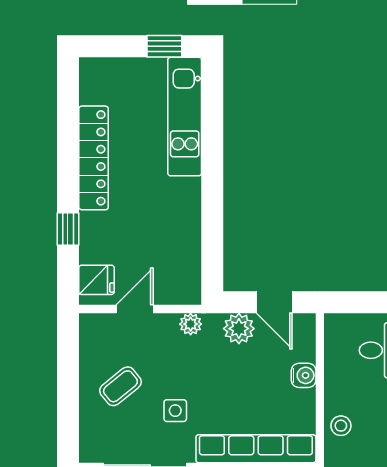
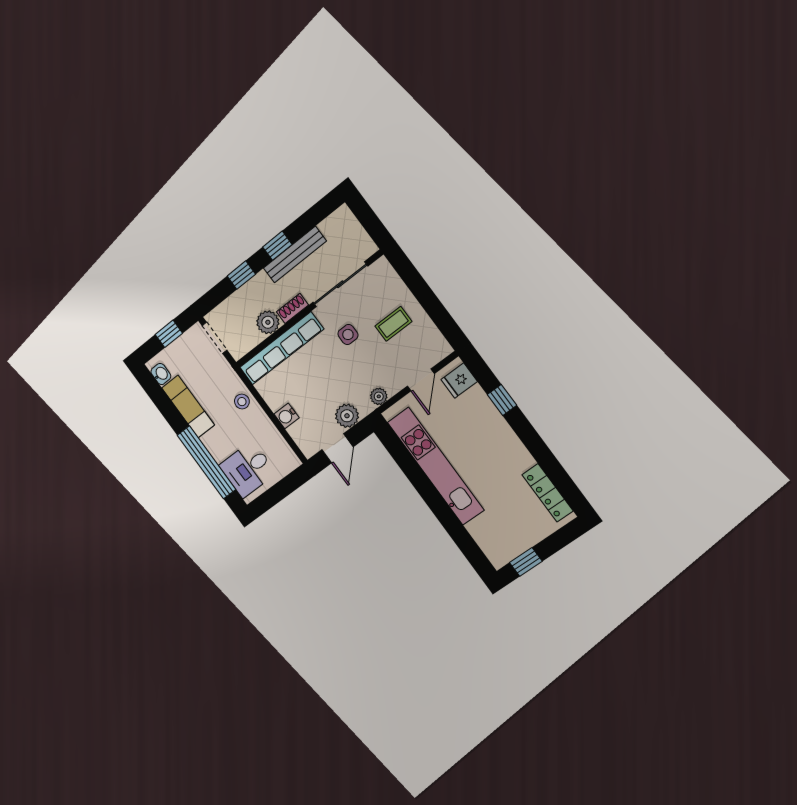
kitchen unit: (185, 117) -> (436, 466), moved, width x1.36
locker: (94, 158) -> (548, 493), moved, width x0.71, depth x0.83
door: (274, 302) -> (337, 448), swing flipped
coffee table: (120, 386) -> (393, 324), turned 39

